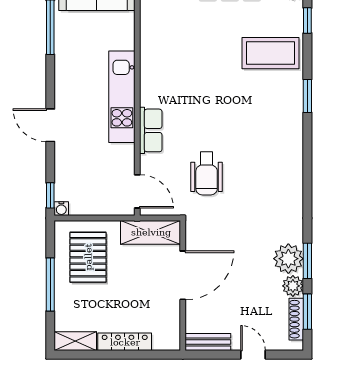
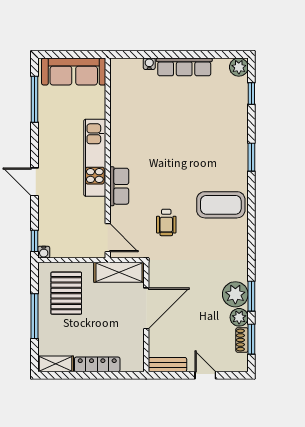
coffee table: (271, 53) -> (221, 205), moved
wheelchair: (207, 173) -> (166, 222), width x0.73, depth x0.73
shoe rack: (296, 319) -> (242, 340), width x0.70

